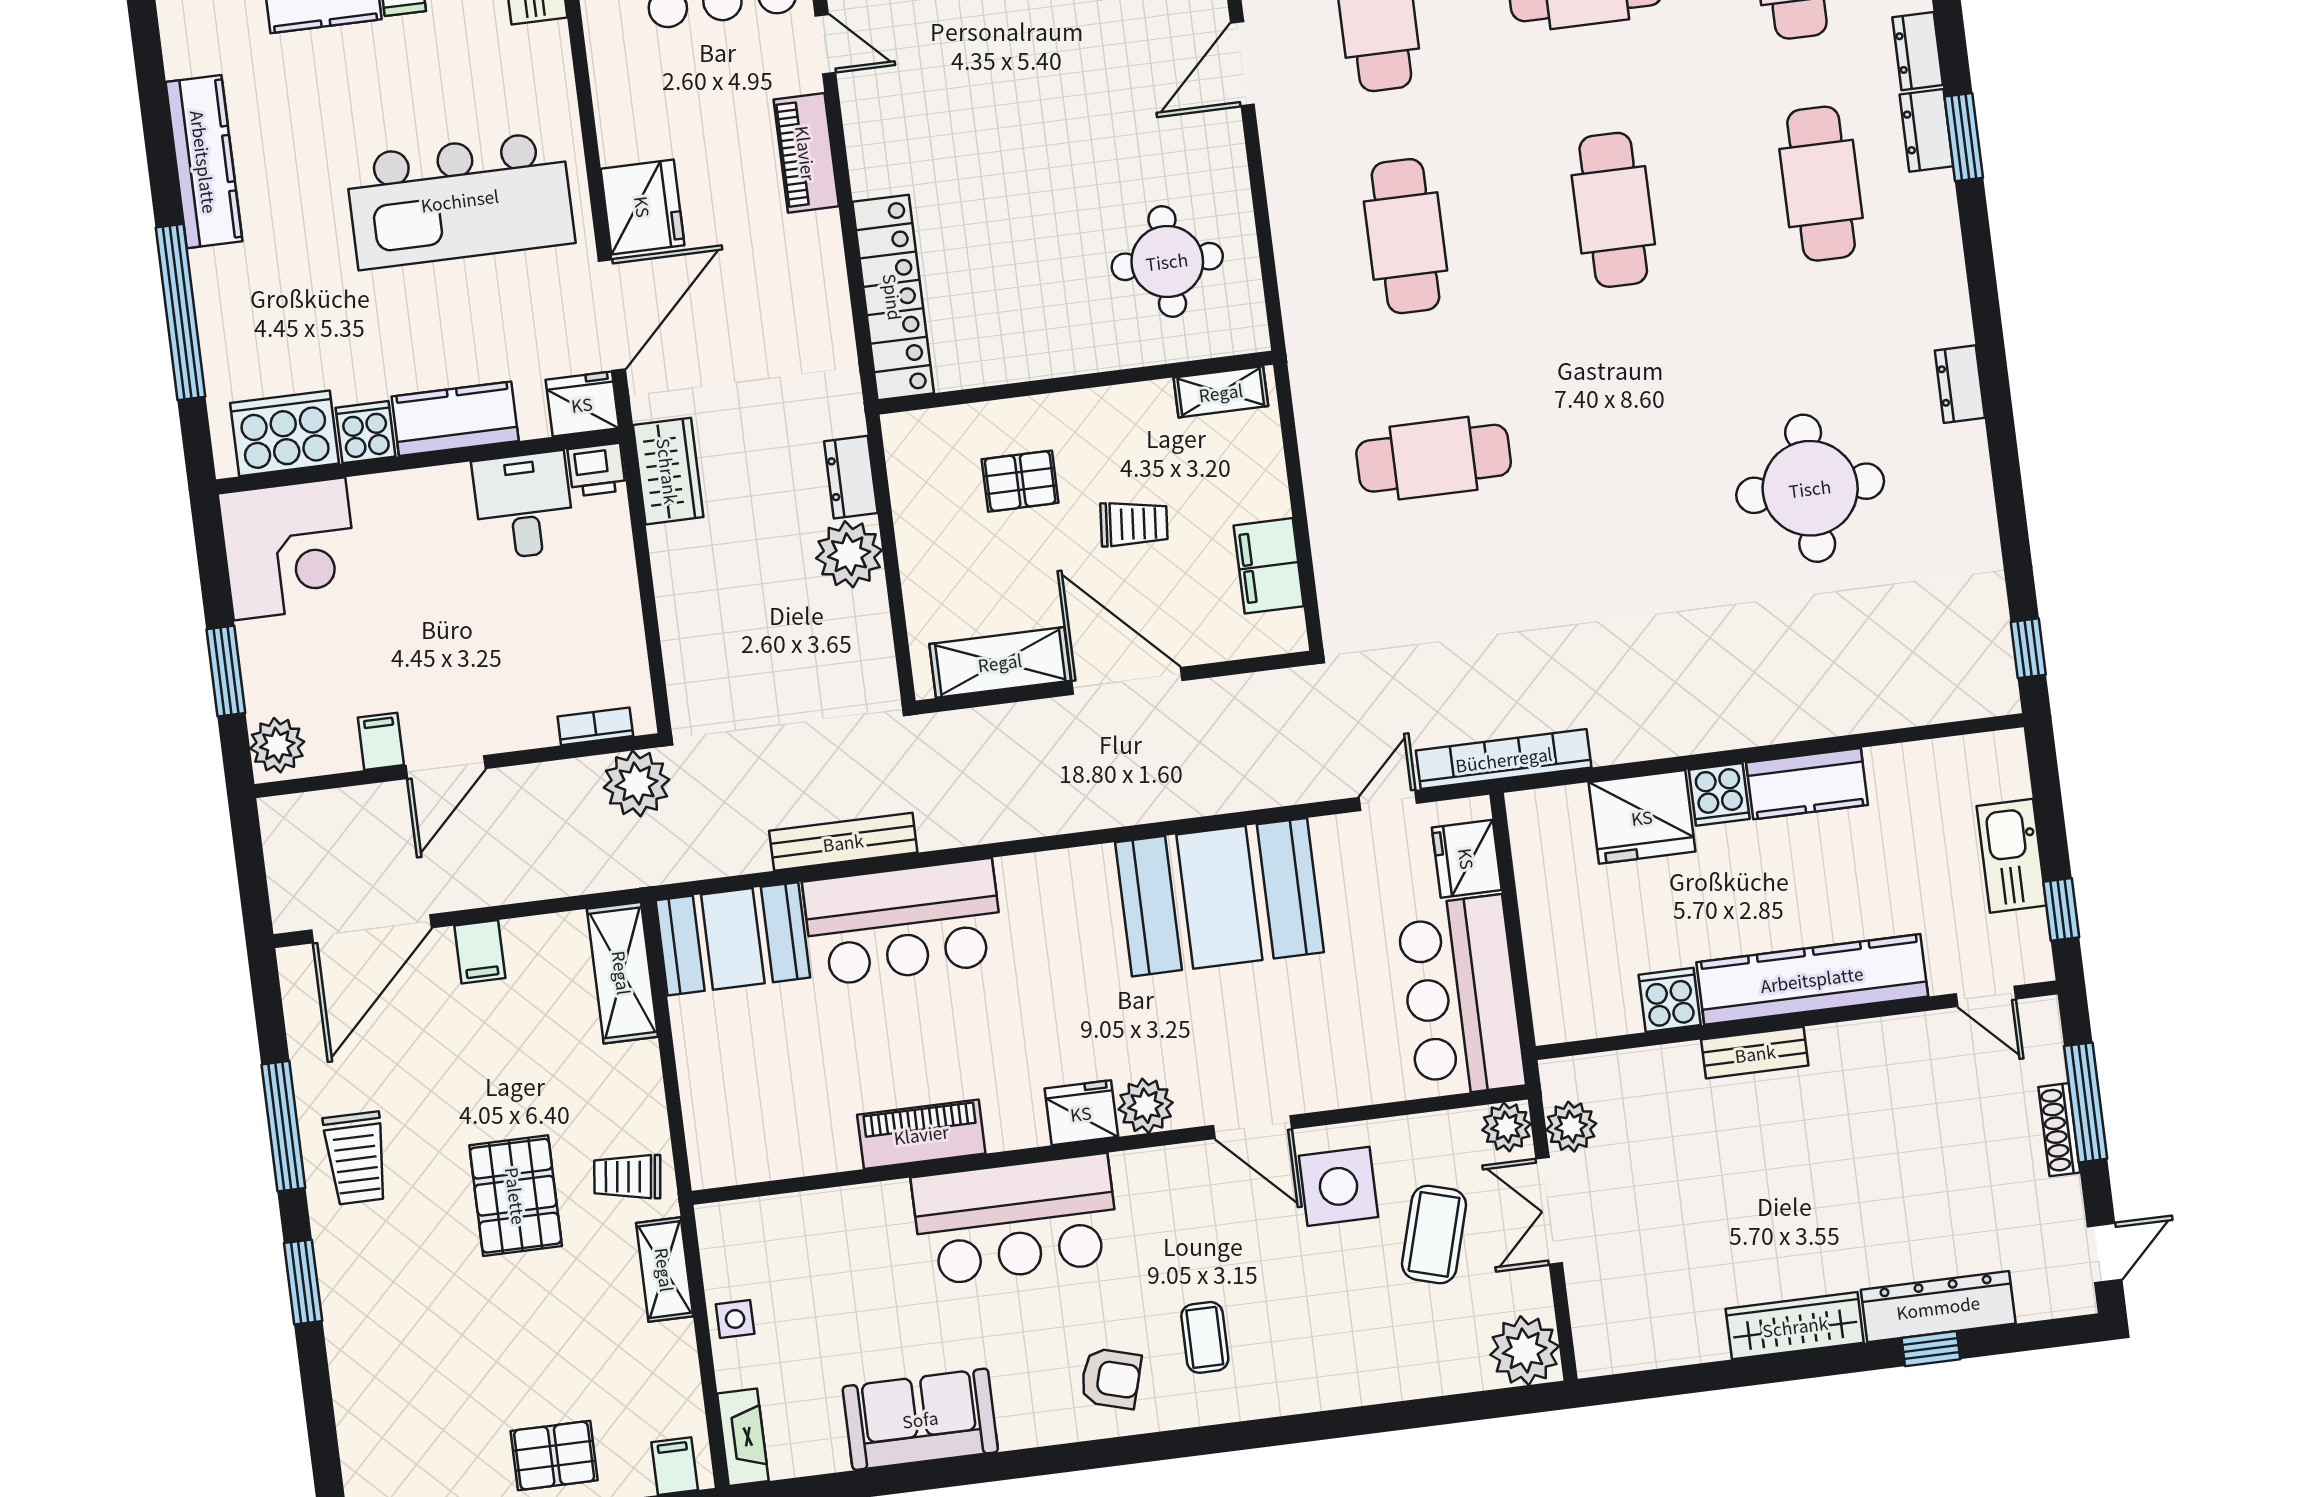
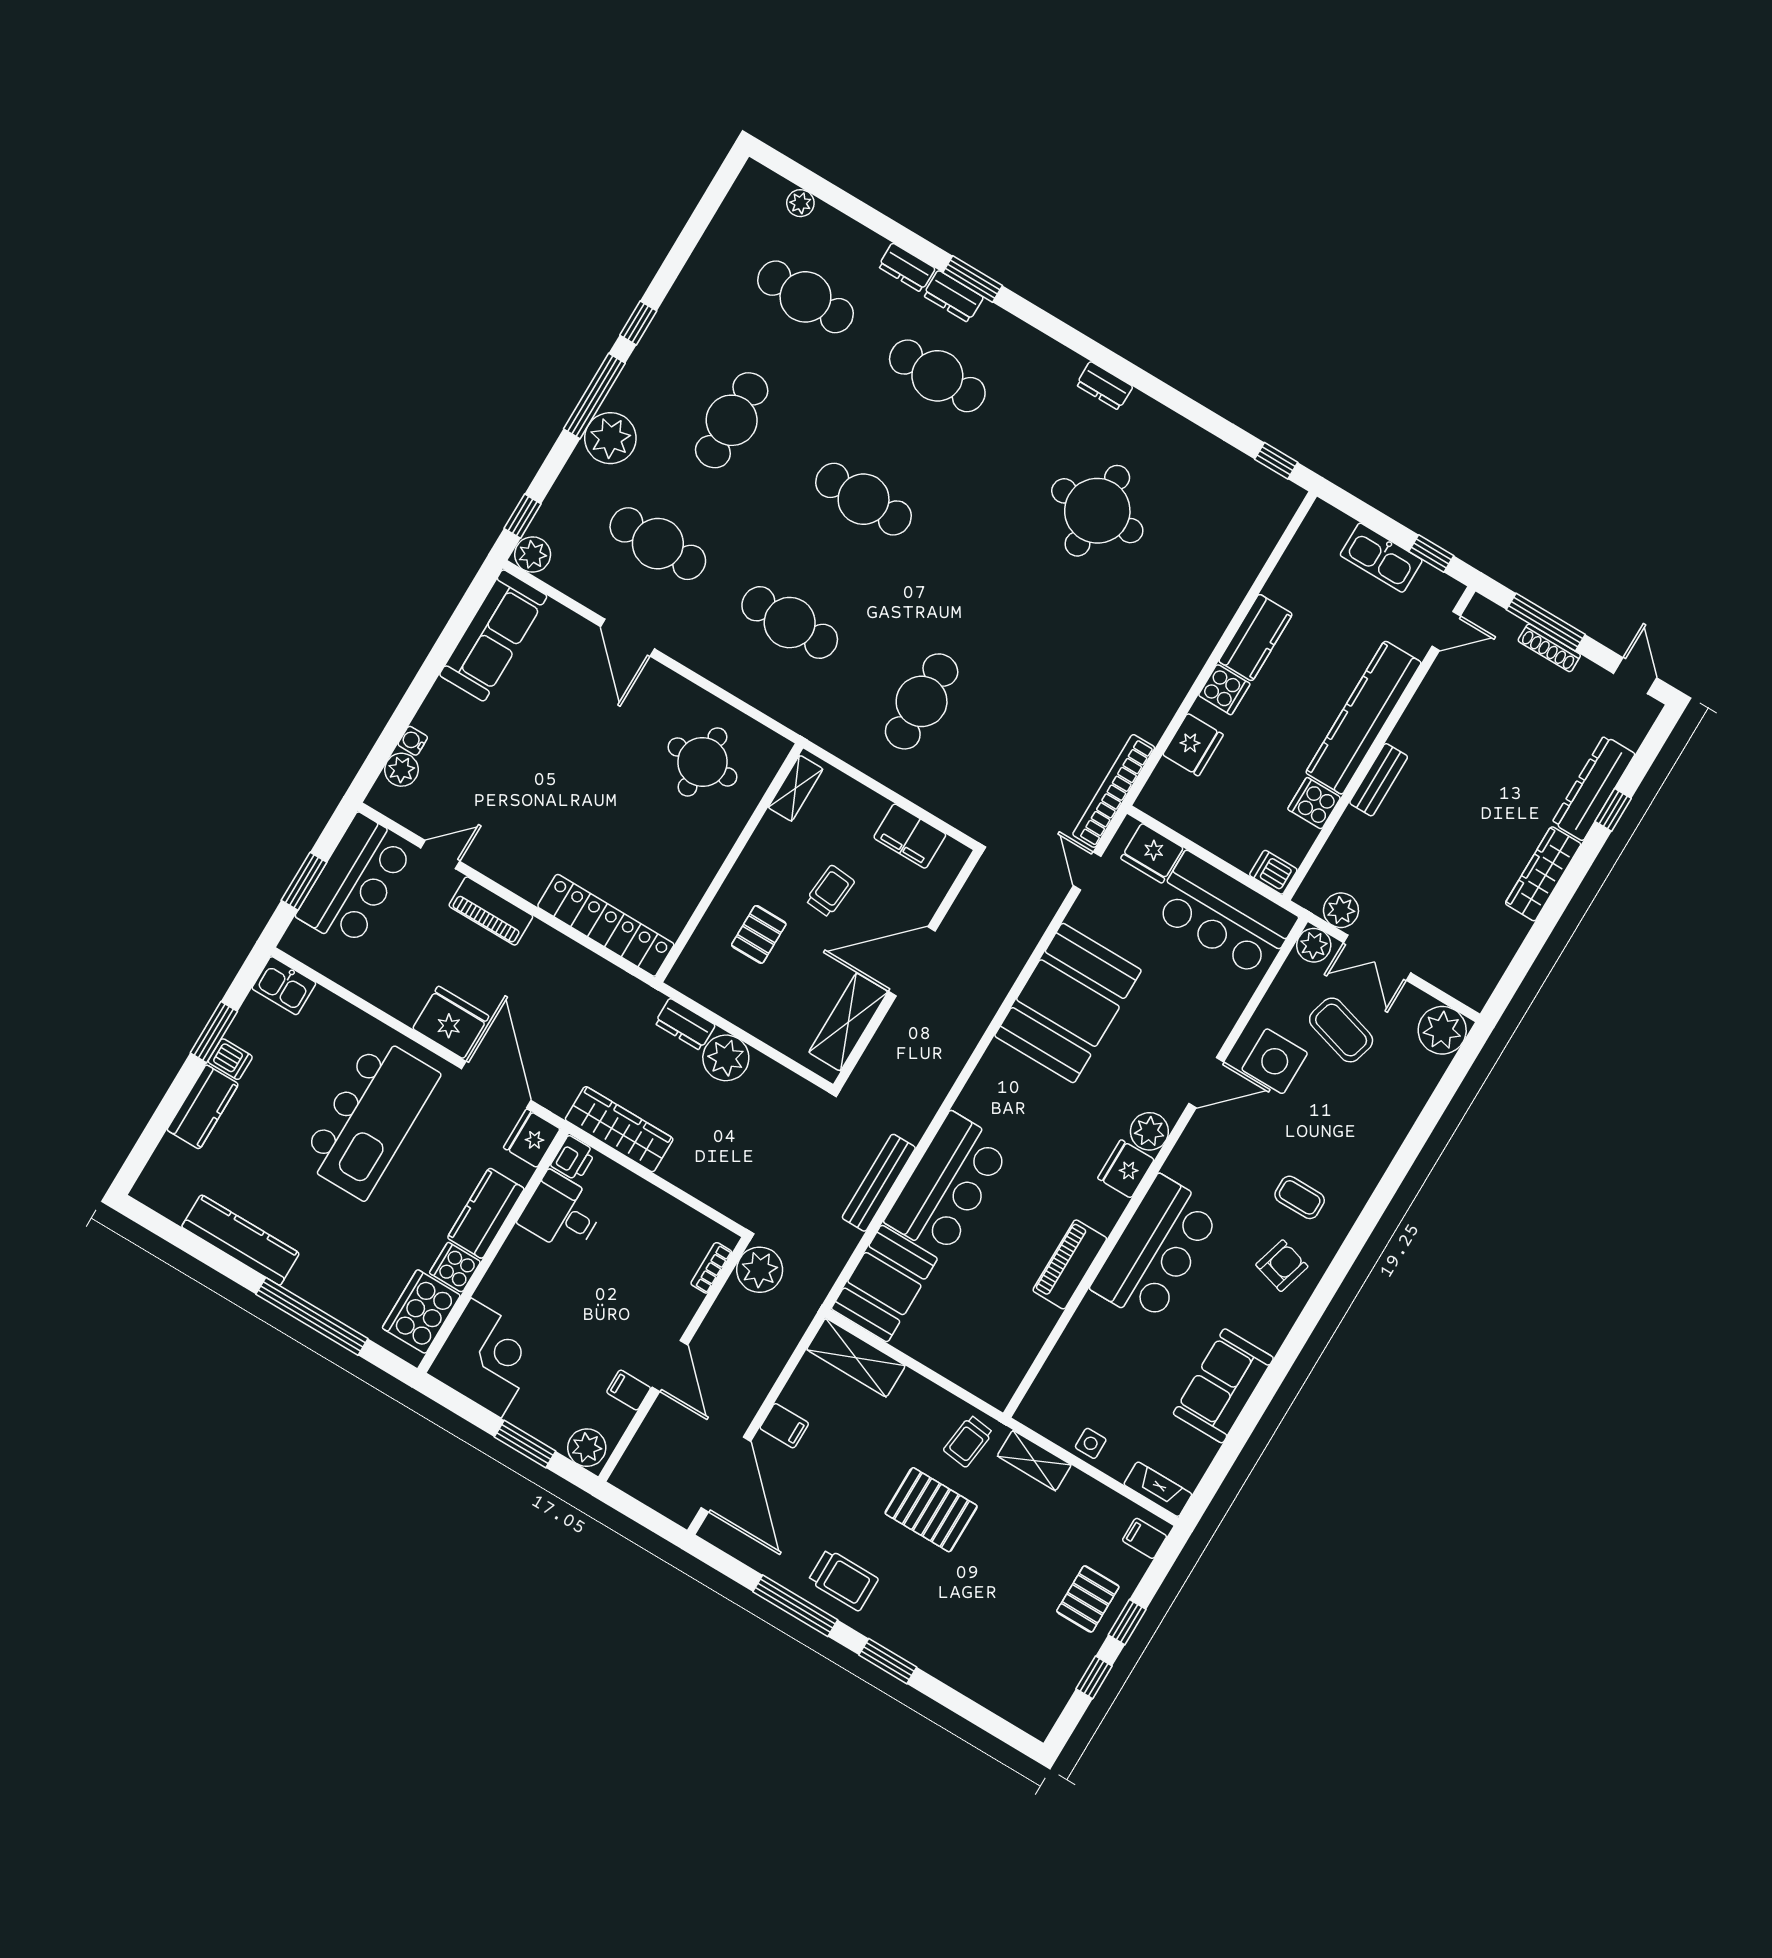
wardrobe: (668, 471) -> (619, 1129), width x1.50
fridge: (1642, 817) -> (1193, 745), width x0.73, depth x0.75
dishwasher: (1554, 1015) -> (1273, 872), added

